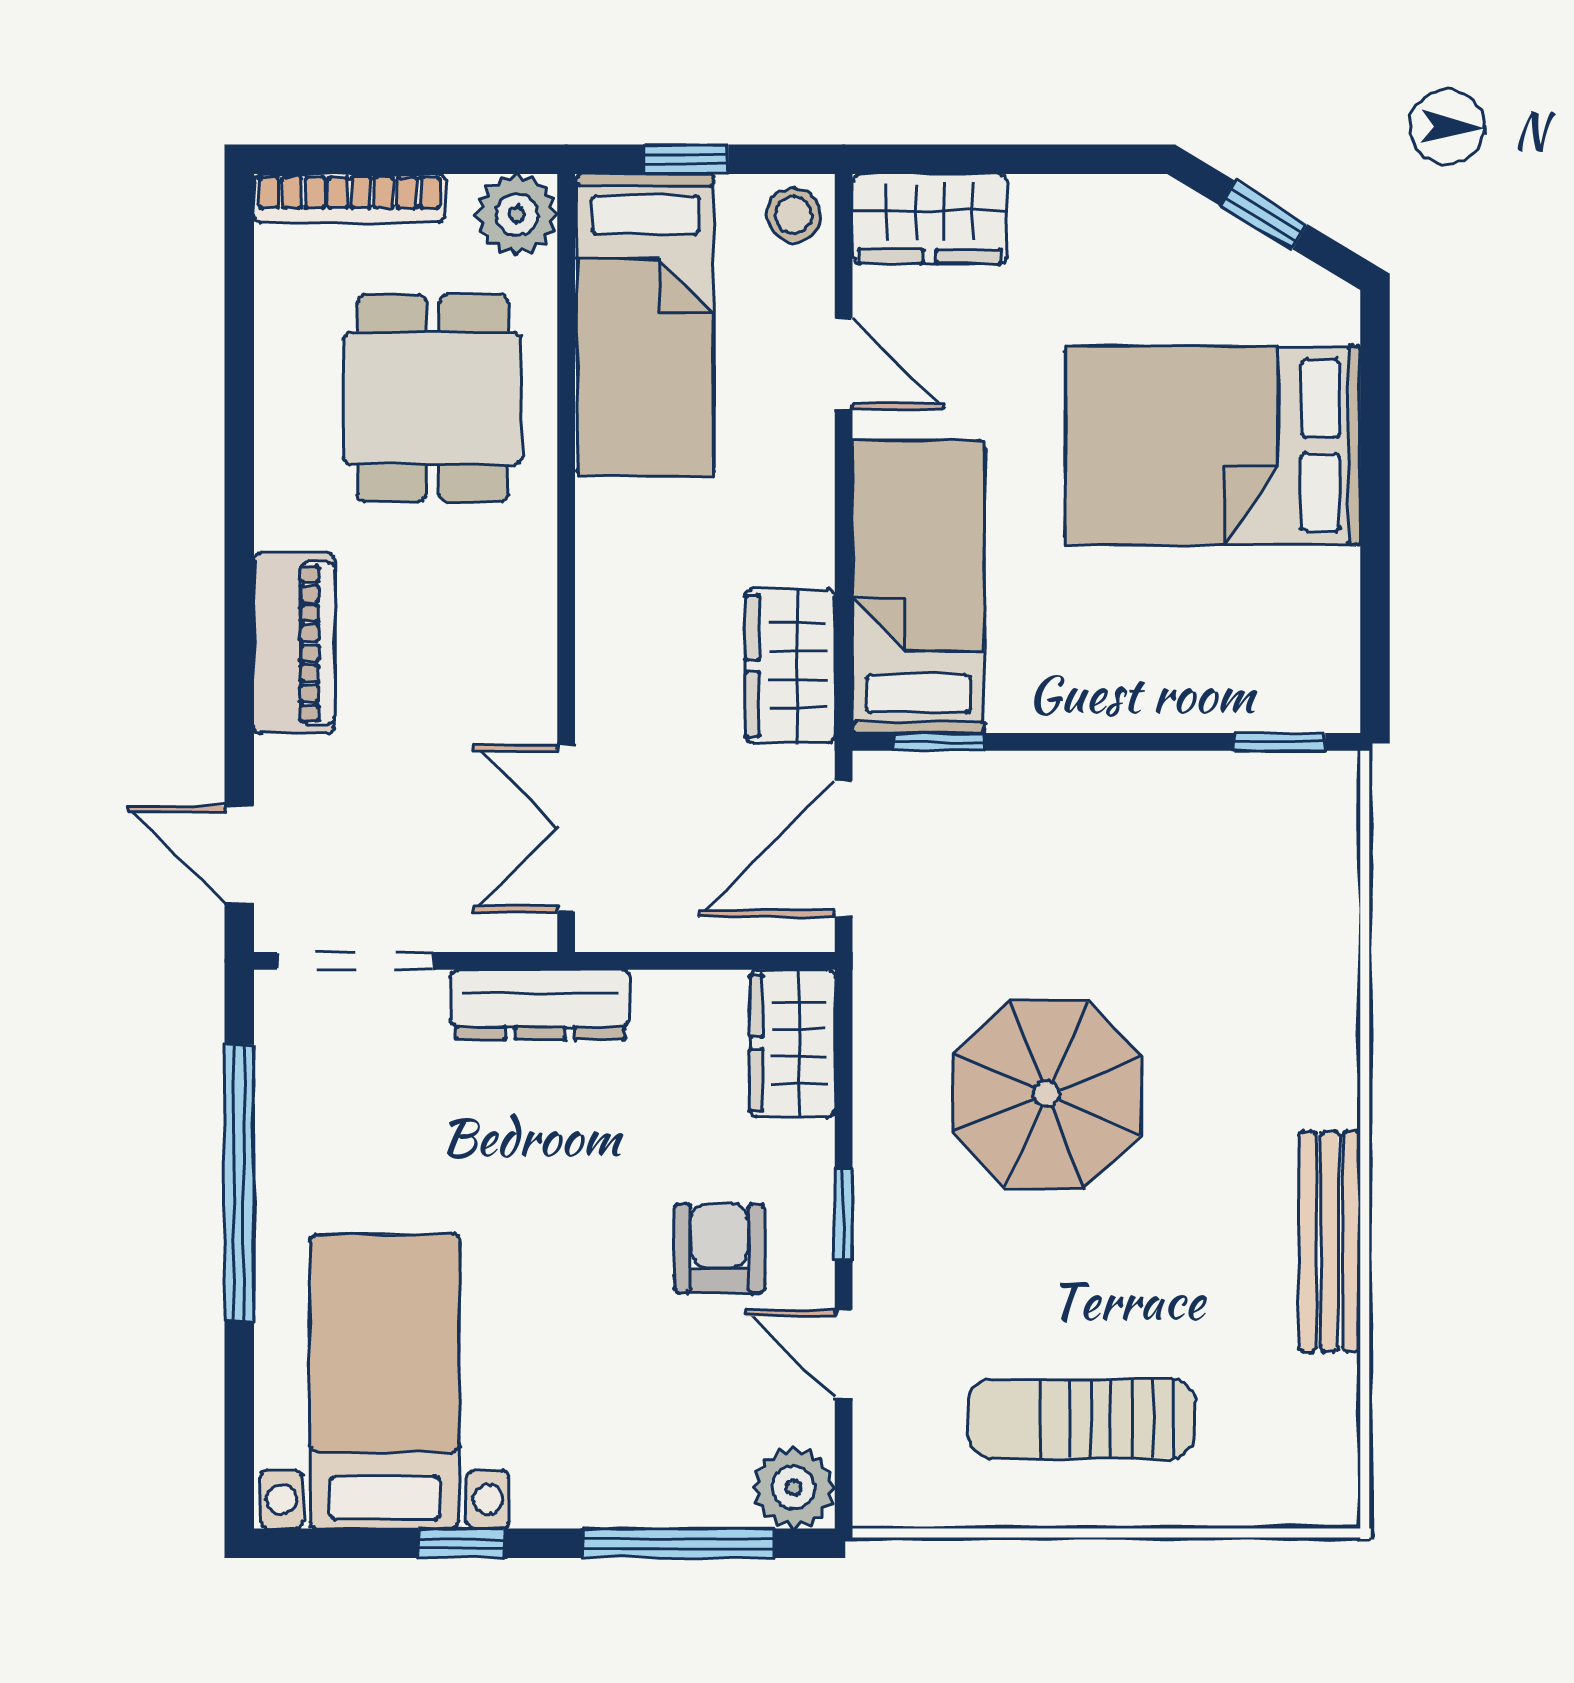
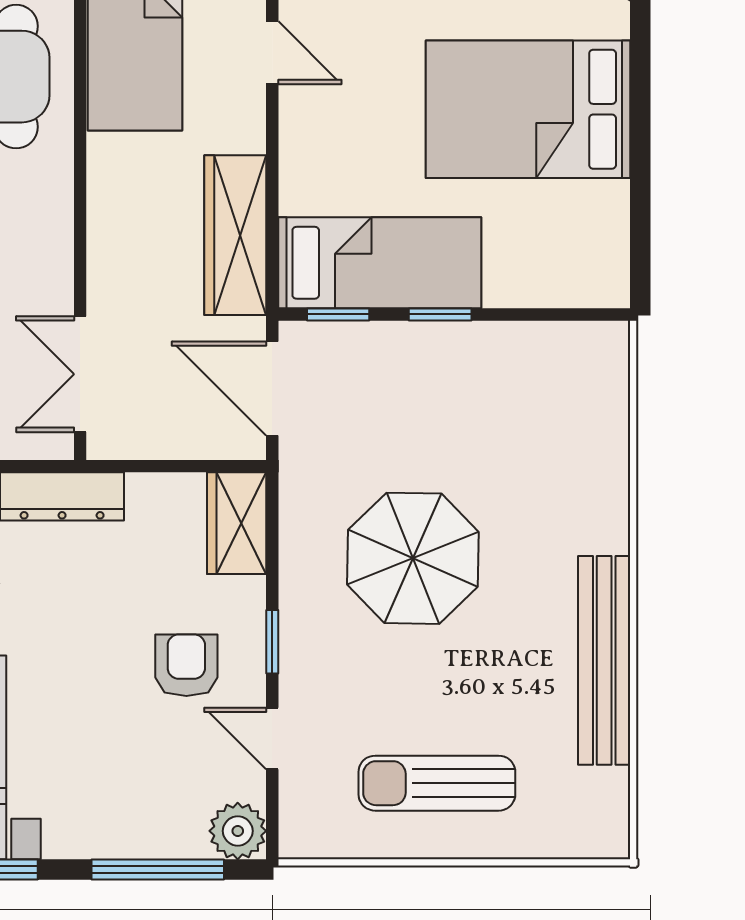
bed: (918, 587) -> (380, 263), moved, turned 90
wardrobe: (790, 666) -> (235, 235), width x1.50
window: (1280, 742) -> (440, 314), moved
door: (844, 849) -> (272, 388), hinge flipped
bench: (1330, 1241) -> (604, 660), width x1.37, depth x1.21

